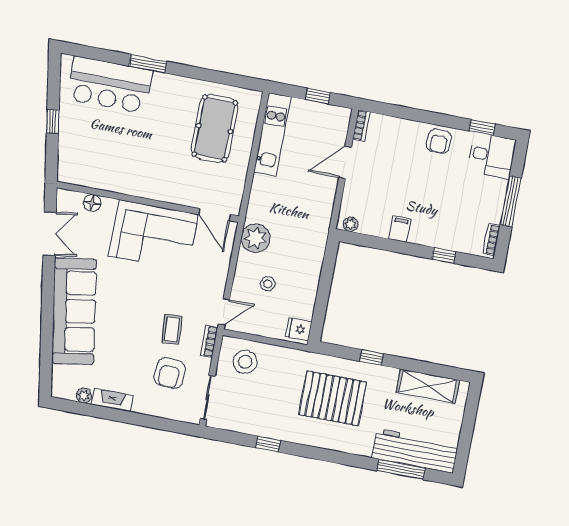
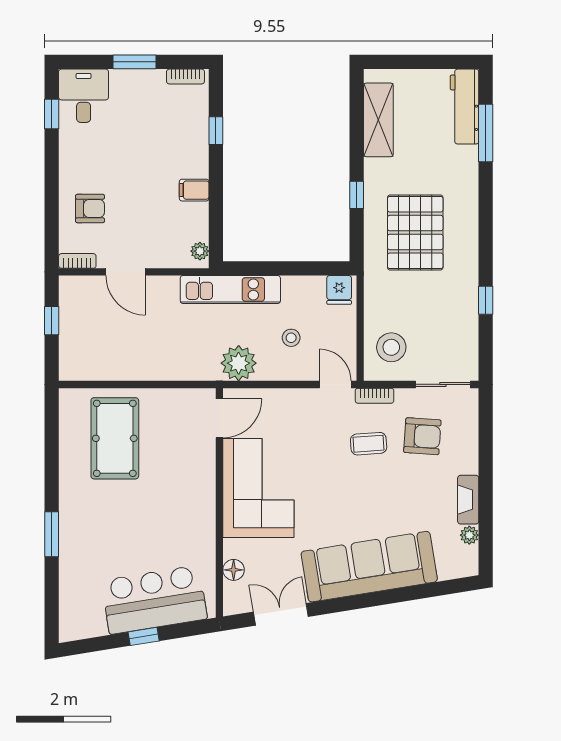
bar counter: (110, 85) -> (154, 600), moved, turned -99
pool table: (215, 128) -> (115, 438), turned 90
kitchen unit: (272, 134) -> (230, 289), moved, turned 180
armchair: (439, 141) -> (90, 209), moved
window: (511, 201) -> (135, 62), width x0.69
workbench: (415, 451) -> (465, 107), width x0.73, depth x0.76

